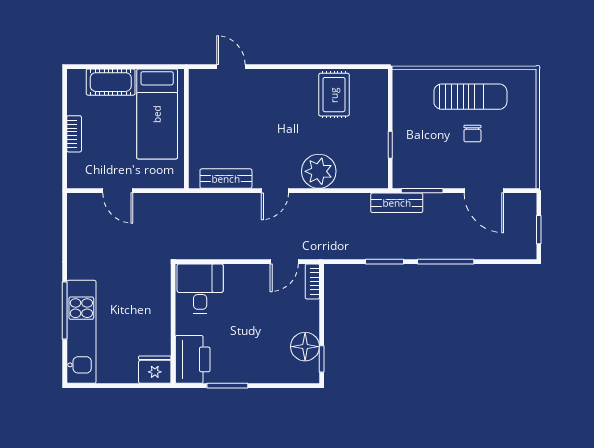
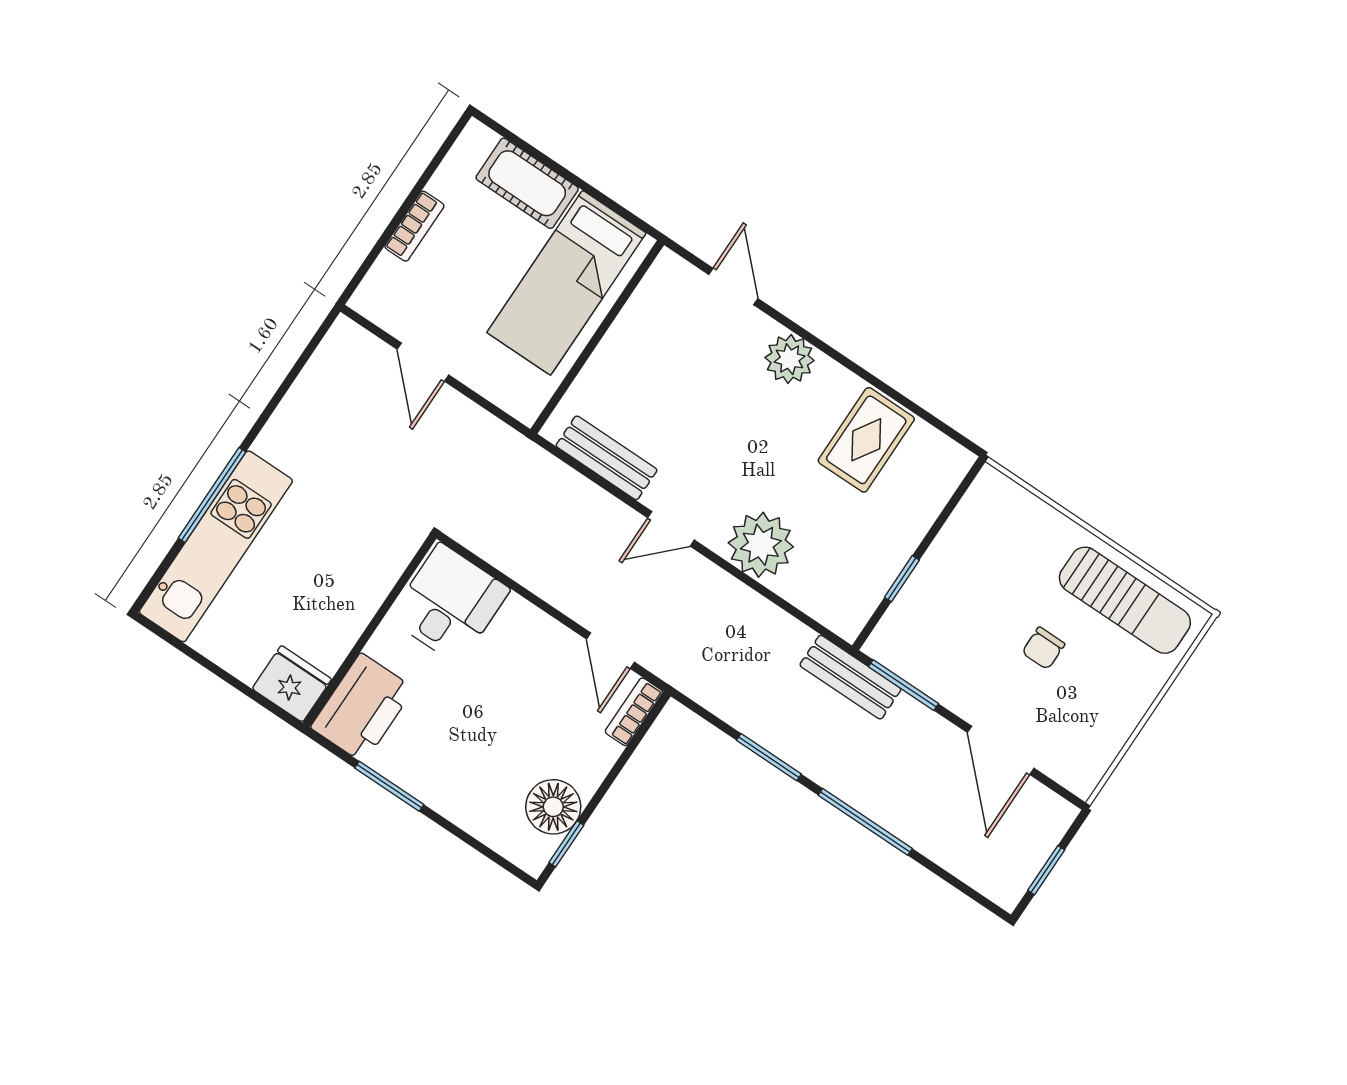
plant: (277, 82) -> (790, 359), added
sun lounger: (470, 97) -> (1125, 600), moved
door: (284, 262) -> (610, 651), hinge flipped

